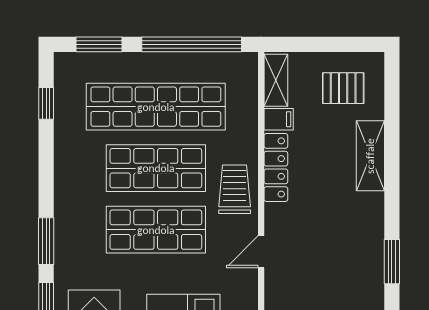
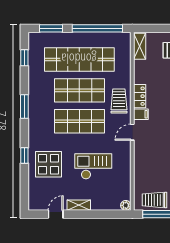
filing cabinet: (279, 119) -> (141, 114), moved
locker: (276, 167) -> (140, 96), width x0.66
window: (46, 241) -> (24, 106), moved

